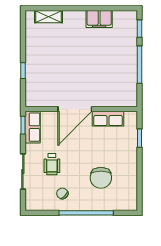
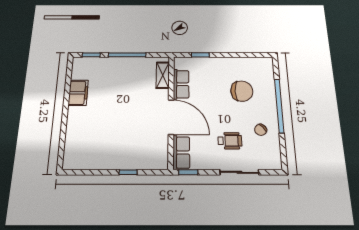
shelving: (48, 17) -> (163, 75), moved
row of seats: (33, 127) -> (181, 152), moved, turned 90

